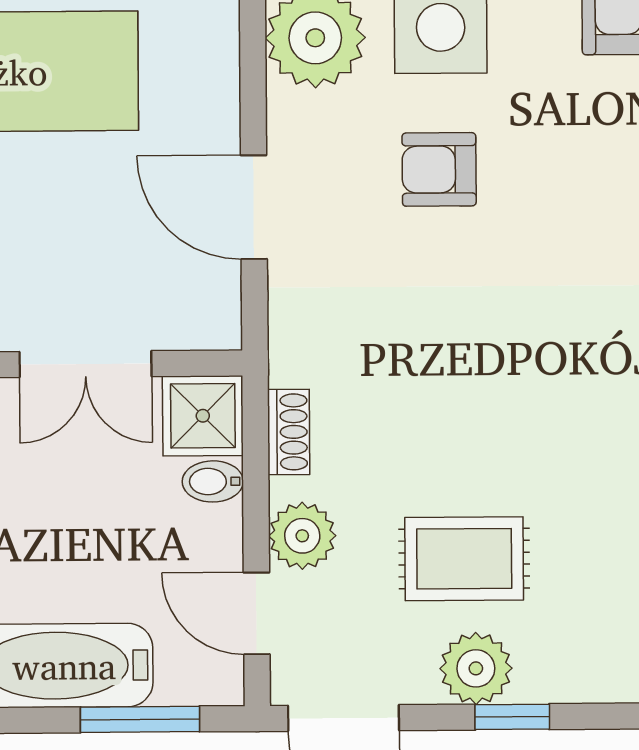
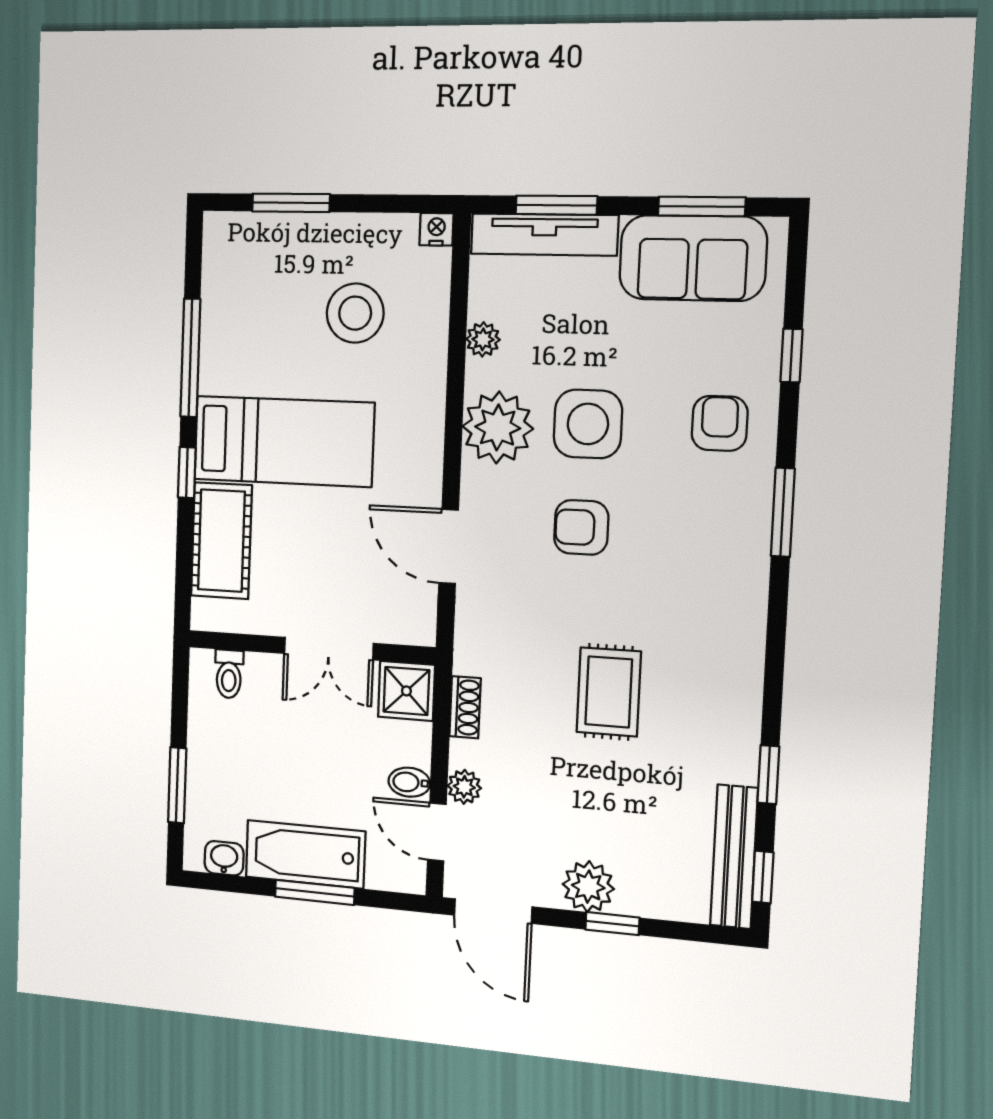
bidet: (213, 481) -> (409, 782), moved
plant: (302, 536) -> (464, 787), width x0.73, depth x0.73
rug: (464, 559) -> (609, 692), moved, turned 90
window: (140, 719) -> (315, 892), moved

